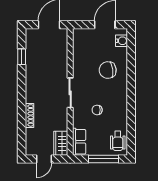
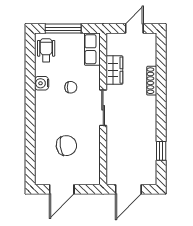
water cooler: (122, 41) -> (42, 83), moved
chair: (108, 70) -> (66, 146), moved
wardrobe: (61, 143) -> (114, 70), moved

